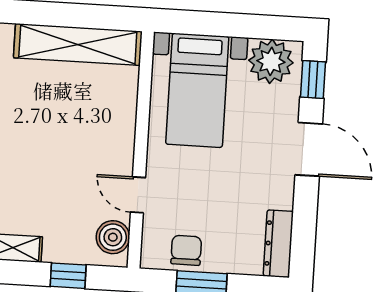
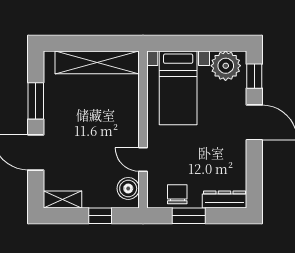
dresser: (278, 244) -> (225, 199), moved, turned 90

